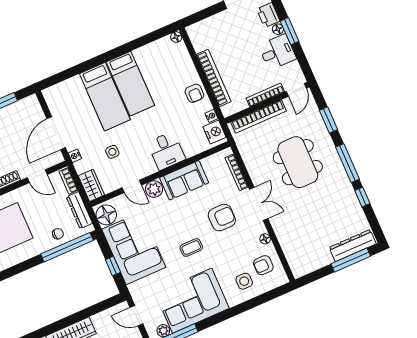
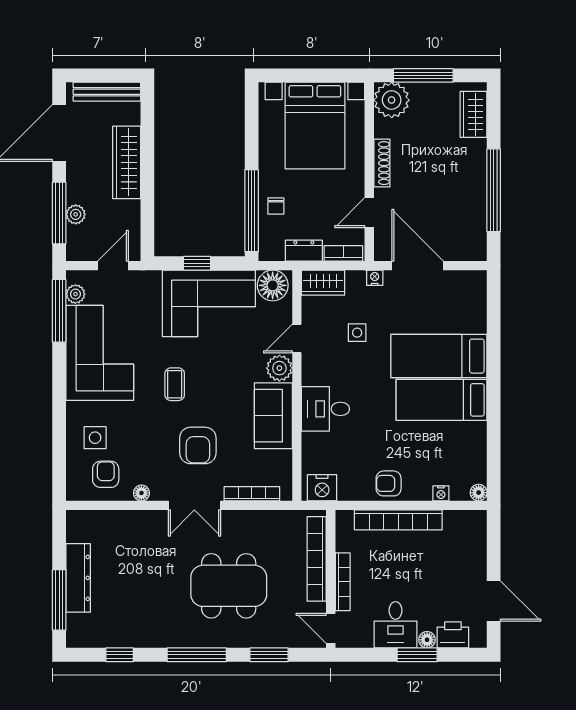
nightstand: (211, 116) -> (441, 493), moved
window: (362, 197) -> (120, 655), moved
dresser: (79, 210) -> (304, 251), width x0.70
dresser: (353, 246) -> (78, 578), moved

